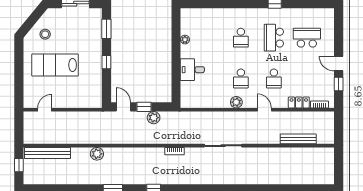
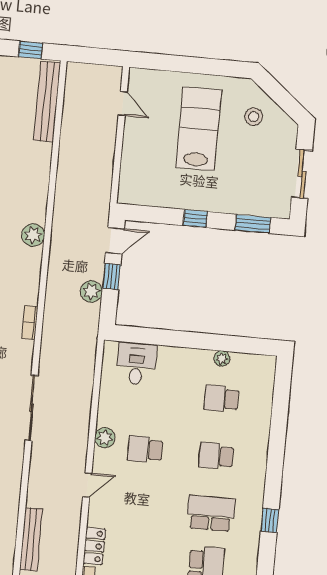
desk: (192, 70) -> (136, 364), moved
school desk: (274, 78) -> (221, 399), moved
plant: (97, 154) -> (33, 235), moved

